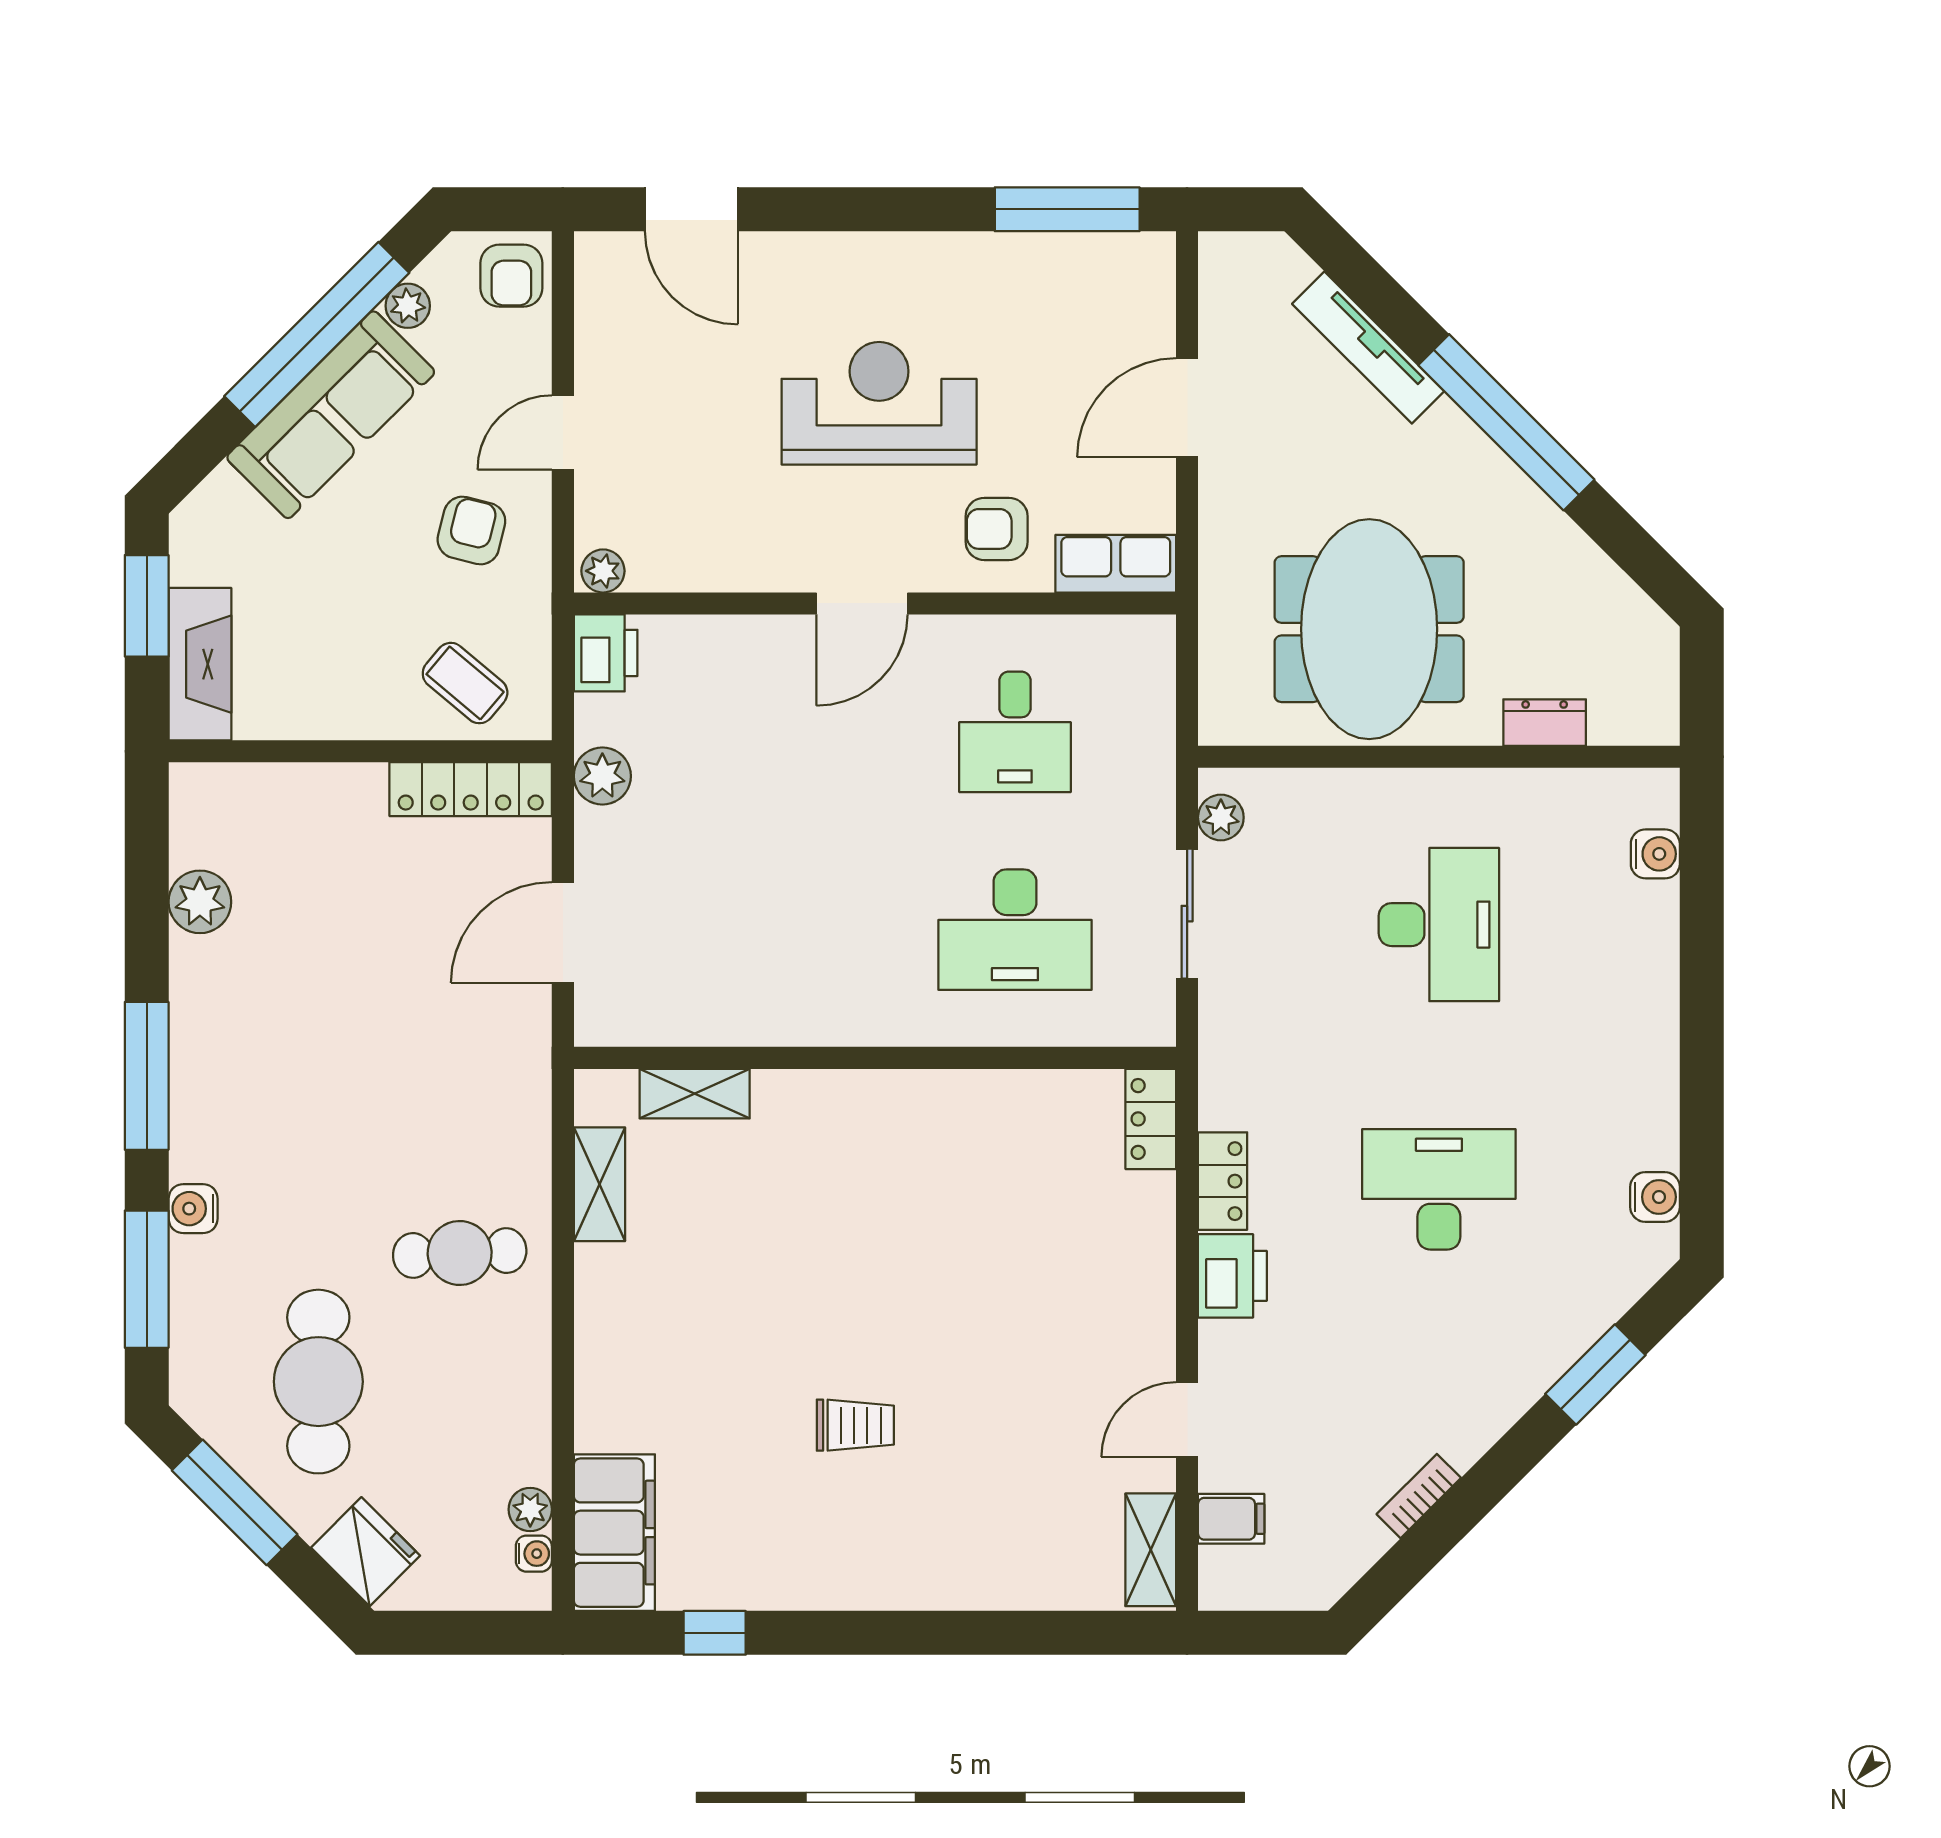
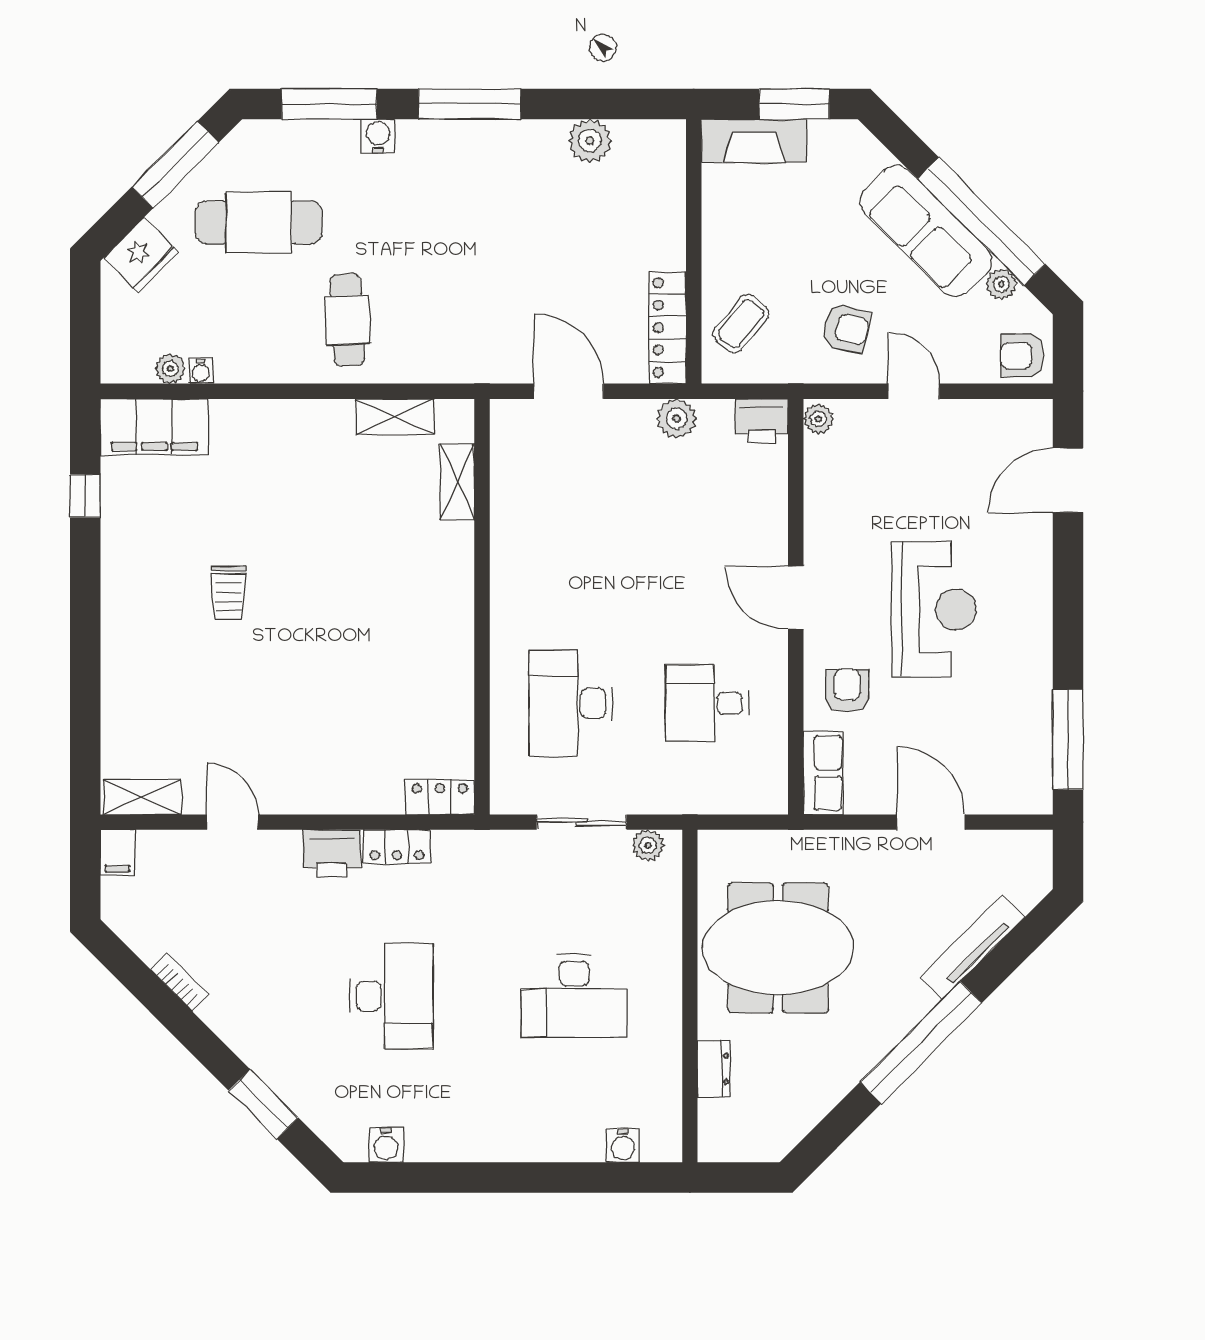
filing cabinet: (1231, 1519) -> (117, 853), moved
water cooler: (534, 1554) -> (201, 371), moved

